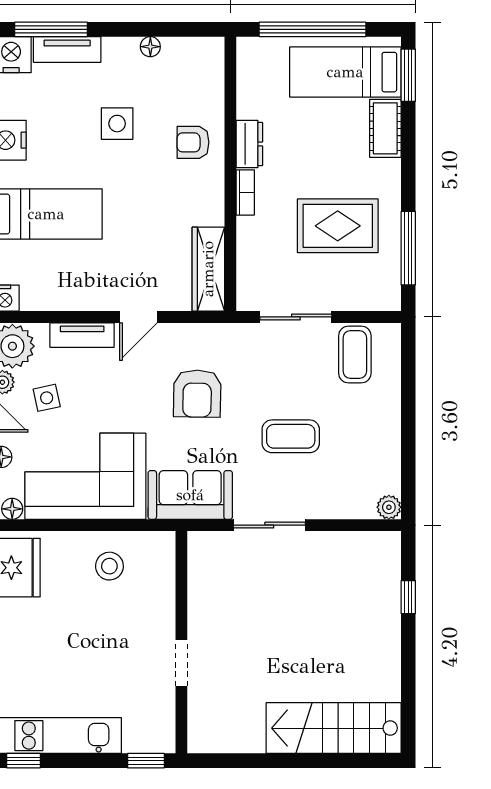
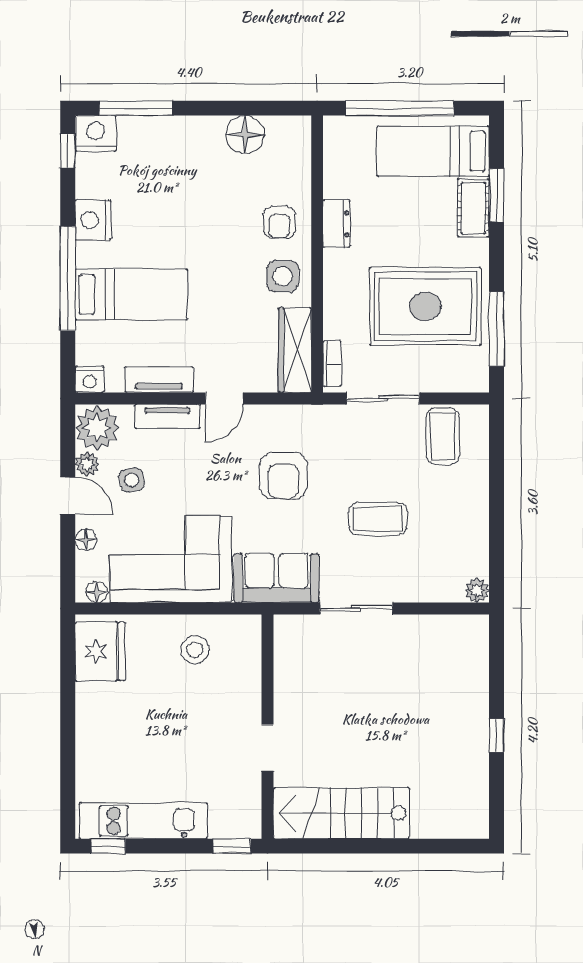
floor lamp: (150, 47) -> (245, 135), width x1.89, depth x1.89
tv unit: (67, 49) -> (159, 380), moved, turned 180
window: (408, 75) -> (497, 195), moved
side table: (117, 124) -> (283, 276), moved
armchair: (193, 142) -> (279, 222), turned -90
bookcase: (245, 192) -> (332, 364), moved
rug: (338, 226) -> (425, 306), width x1.37, depth x1.44
window: (408, 597) -> (497, 736), moved
stairs: (334, 728) -> (341, 813), moved

